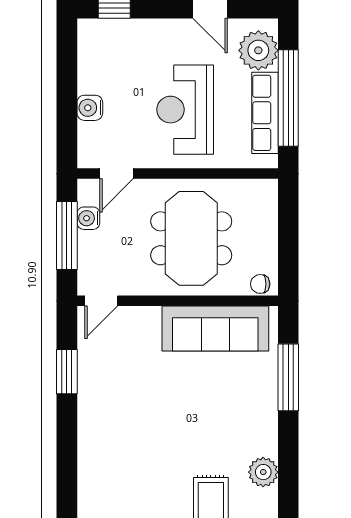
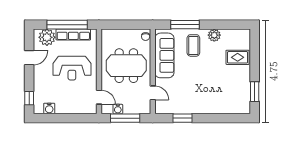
water cooler: (90, 108) -> (49, 108), moved
door: (101, 301) -> (153, 93), moved
coffee table: (239, 397) -> (193, 45), added
plant: (263, 472) -> (214, 35), moved

